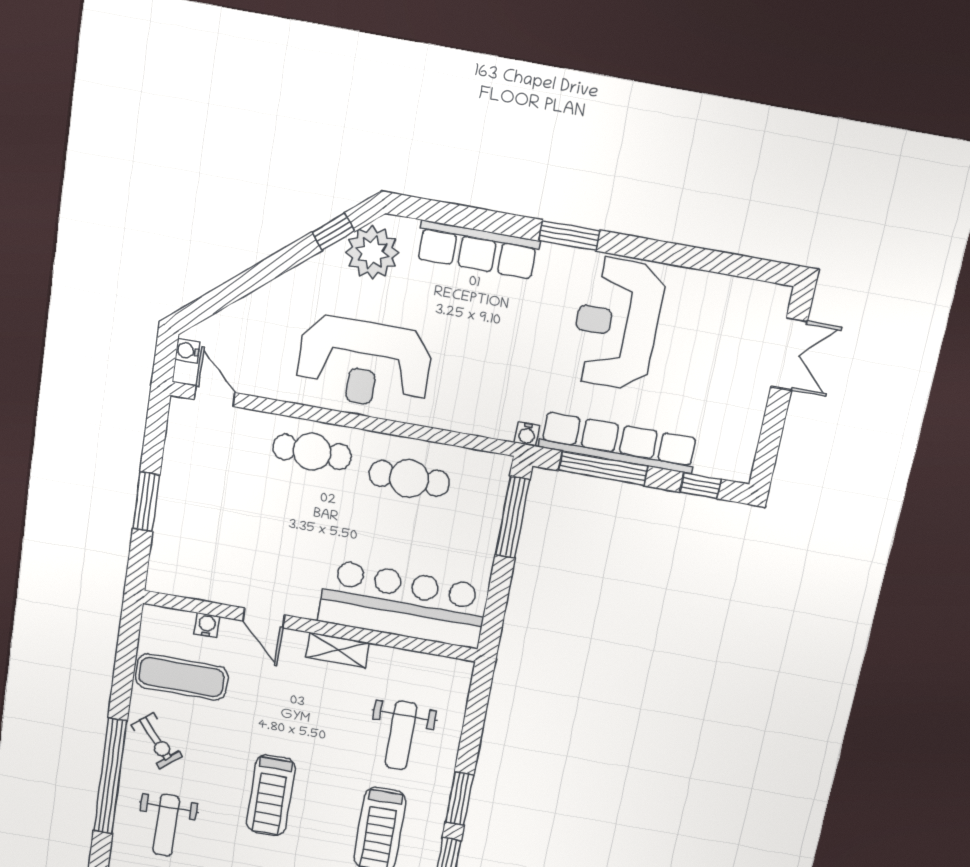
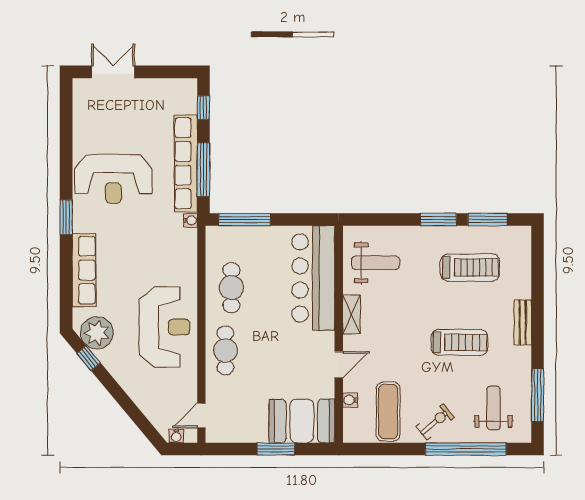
booth: (185, 548) -> (302, 421), added
weight bench: (401, 735) -> (376, 263), moved
weight bench: (166, 825) -> (493, 408), turned -90

